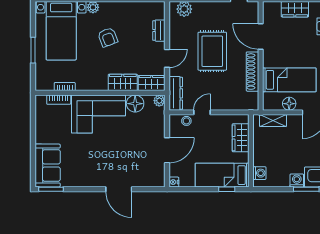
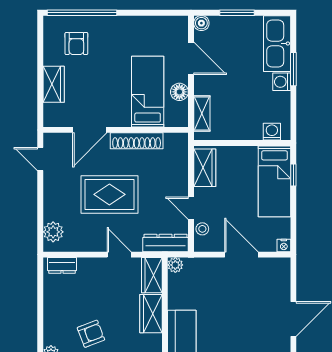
dresser: (159, 31) -> (62, 265), moved
floor lamp: (135, 104) -> (179, 297), removed
wardrobe: (241, 138) -> (205, 168), moved, turned -90

